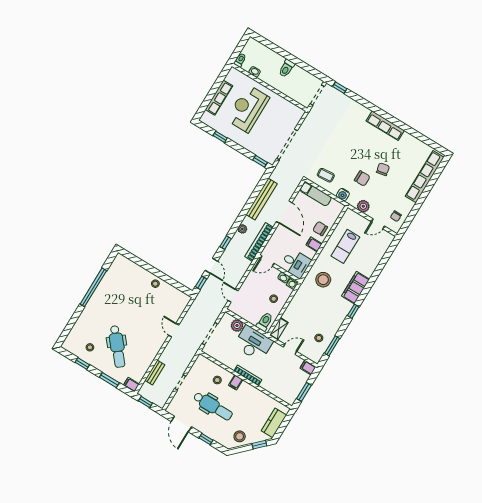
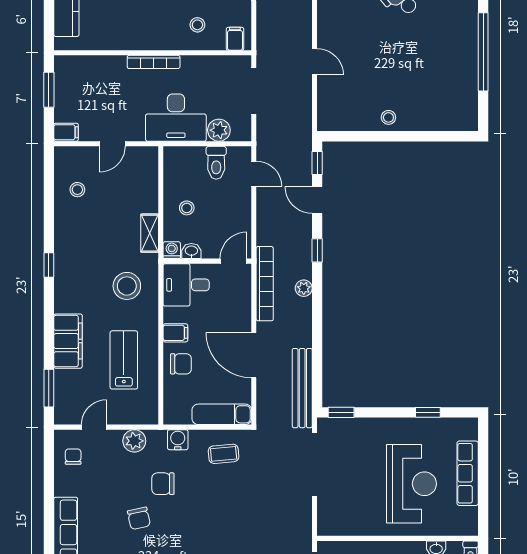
bench: (262, 199) -> (302, 388), moved
filing cabinet: (355, 288) -> (68, 341), moved
toilet: (265, 322) -> (216, 163), moved
shelving: (279, 329) -> (150, 233), moved
window: (332, 346) -> (49, 388), moved
filing cabinet: (236, 382) -> (235, 39), moved

